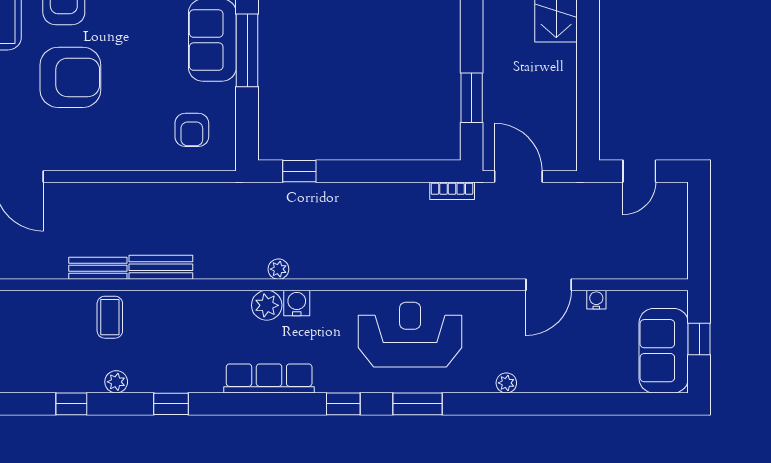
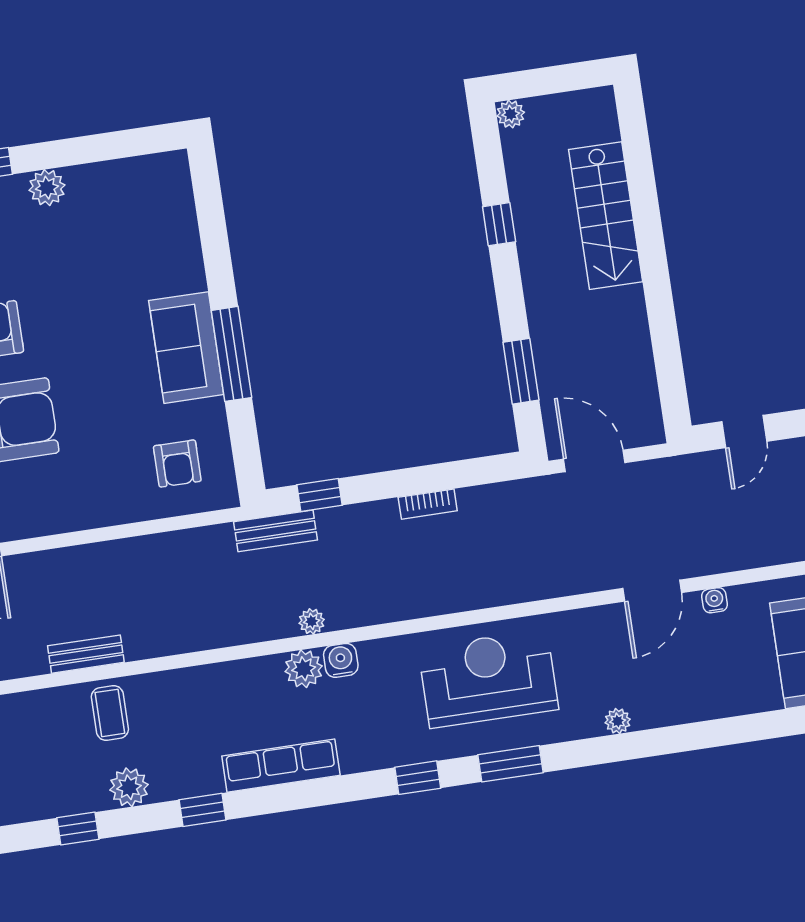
bookcase: (452, 191) -> (428, 504), moved
bench: (161, 267) -> (275, 531), moved
row of seats: (269, 378) -> (281, 766), moved
plant: (116, 382) -> (129, 787), width x1.38, depth x1.38

